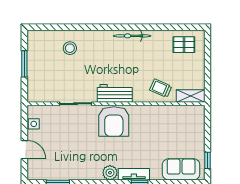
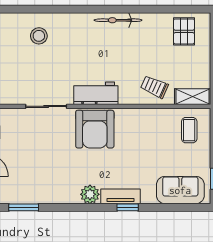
pallet: (184, 45) -> (184, 31), turned 90
coffee table: (188, 122) -> (189, 130), added

